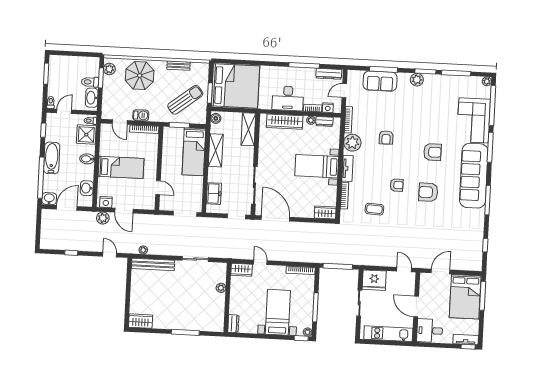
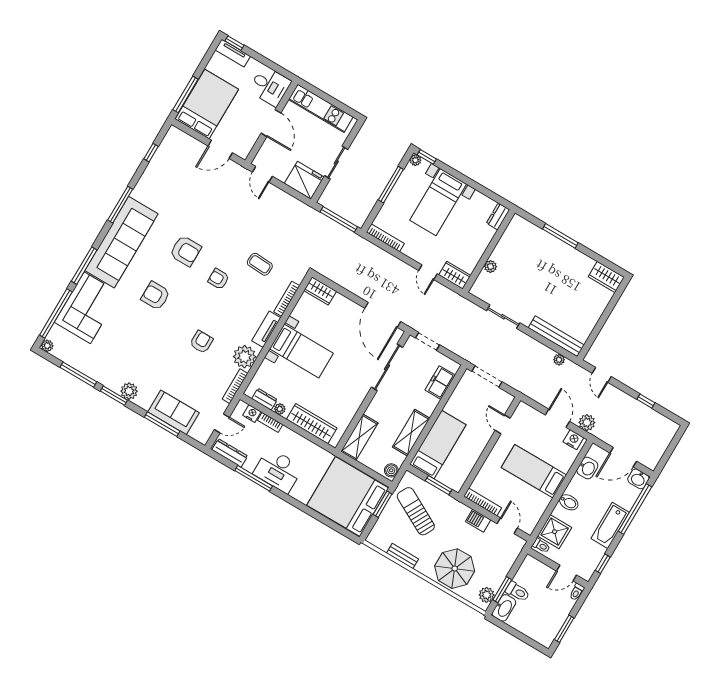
washbasin: (92, 98) -> (504, 608), moved
desk: (288, 98) -> (278, 470), moved, turned 180
sun lounger: (185, 100) -> (416, 511), turned 66

